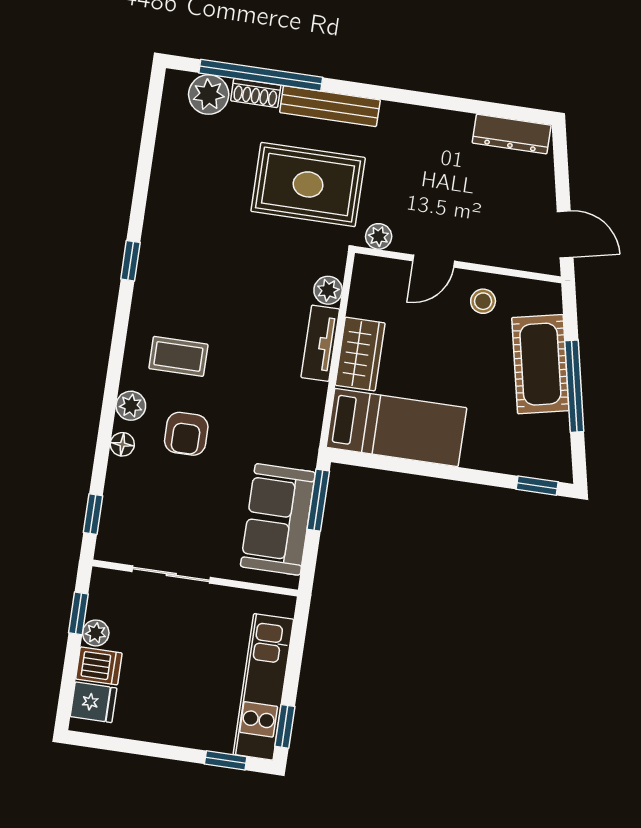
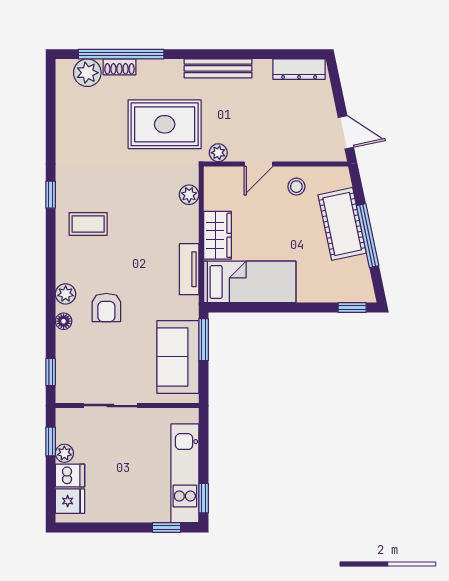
bench: (330, 106) -> (218, 68), moved
tv unit: (320, 343) -> (189, 269), moved
coffee table: (178, 356) -> (88, 224), moved

